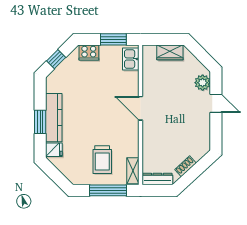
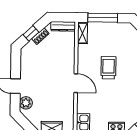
trolley: (102, 160) -> (108, 68), moved
window: (197, 170) -> (31, 33), added

